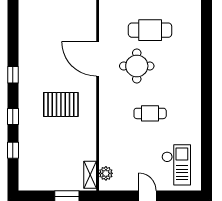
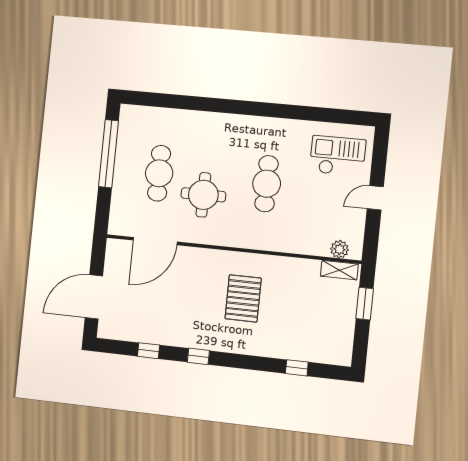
door: (98, 59) -> (155, 241), moved
cafe table: (150, 113) -> (267, 184), width x1.37, depth x1.35
window: (13, 117) -> (149, 351), moved

